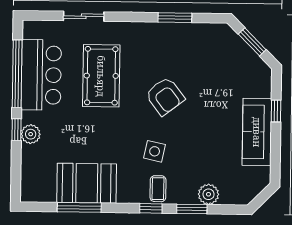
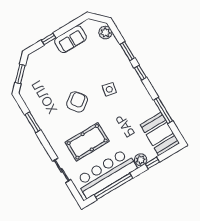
bar counter: (41, 75) -> (106, 173), width x1.36
window: (16, 130) -> (152, 163), moved
sofa: (257, 132) -> (70, 39), width x0.73
booth: (87, 183) -> (160, 134), moved
coffee table: (158, 189) -> (128, 75), removed
plant: (208, 194) -> (105, 32), moved

